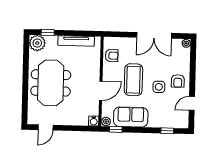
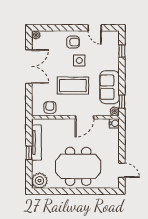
window: (48, 32) -> (29, 153), moved
door: (101, 91) -> (85, 117), swing flipped

